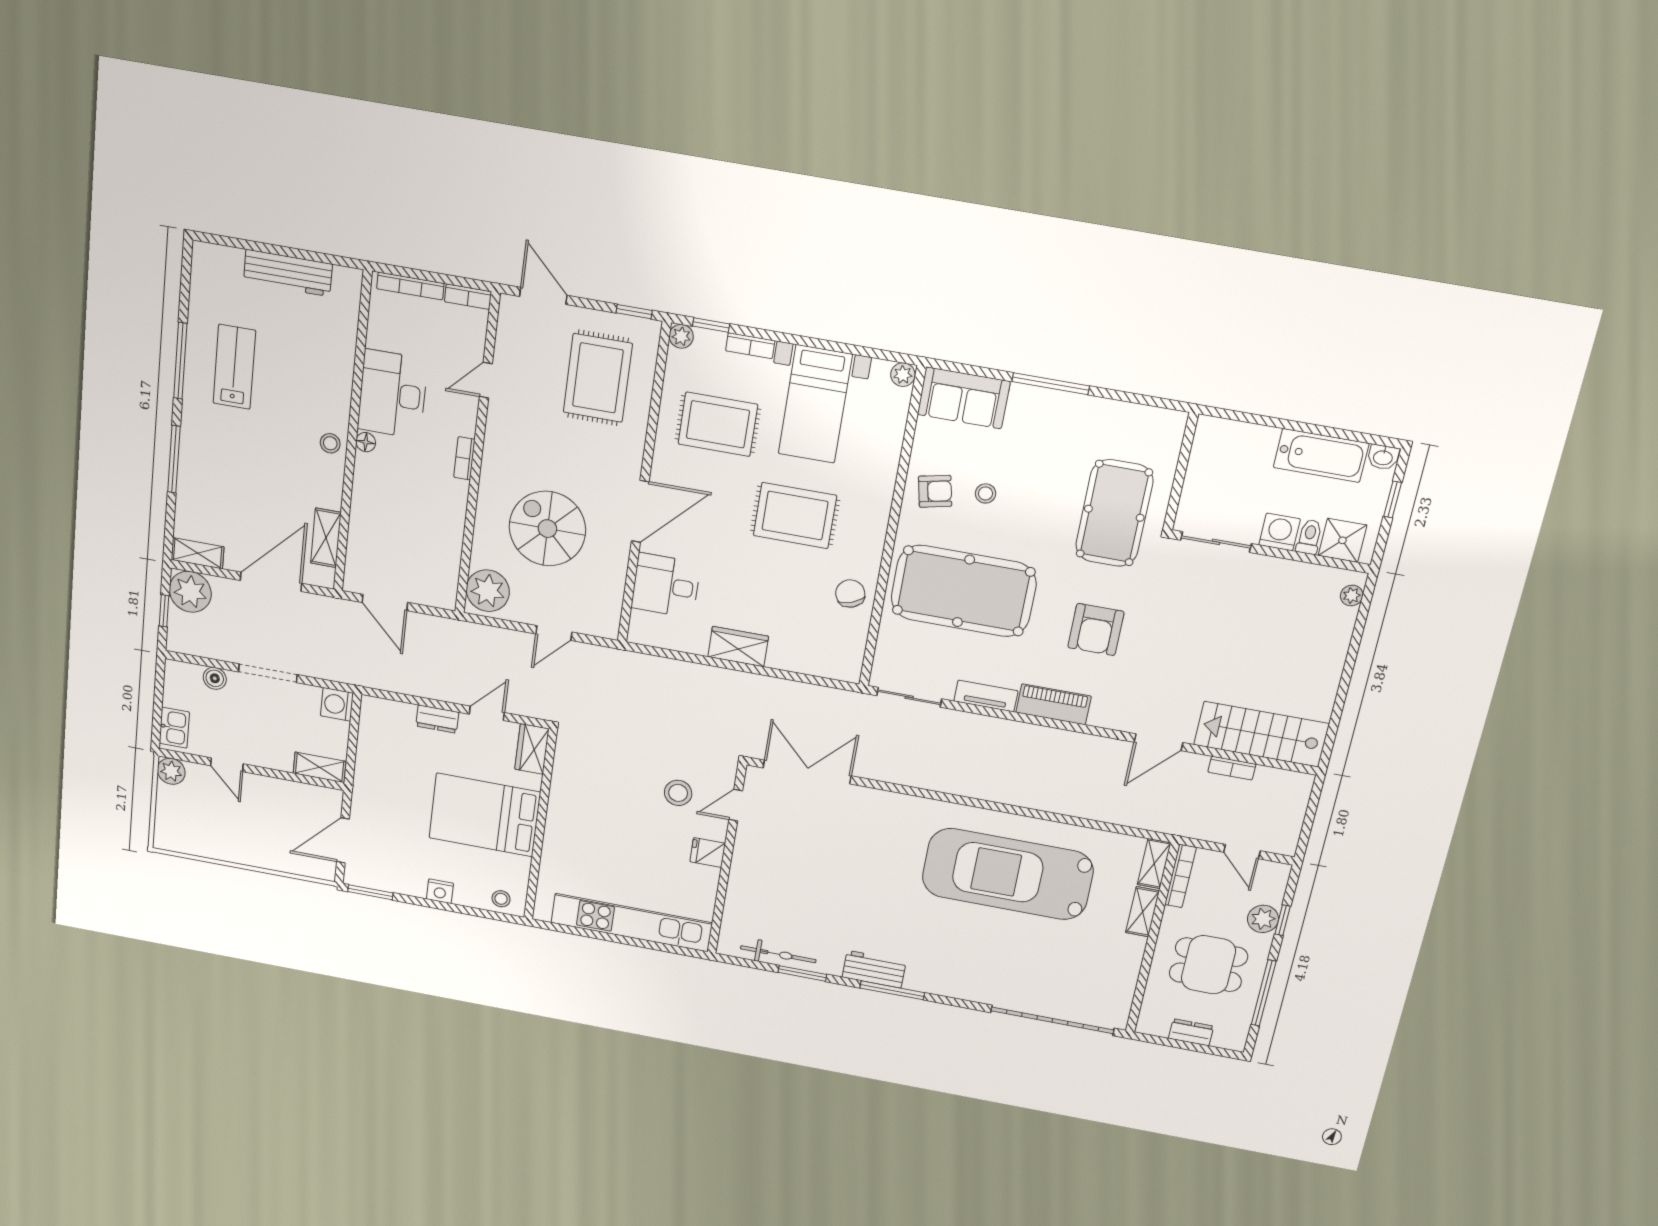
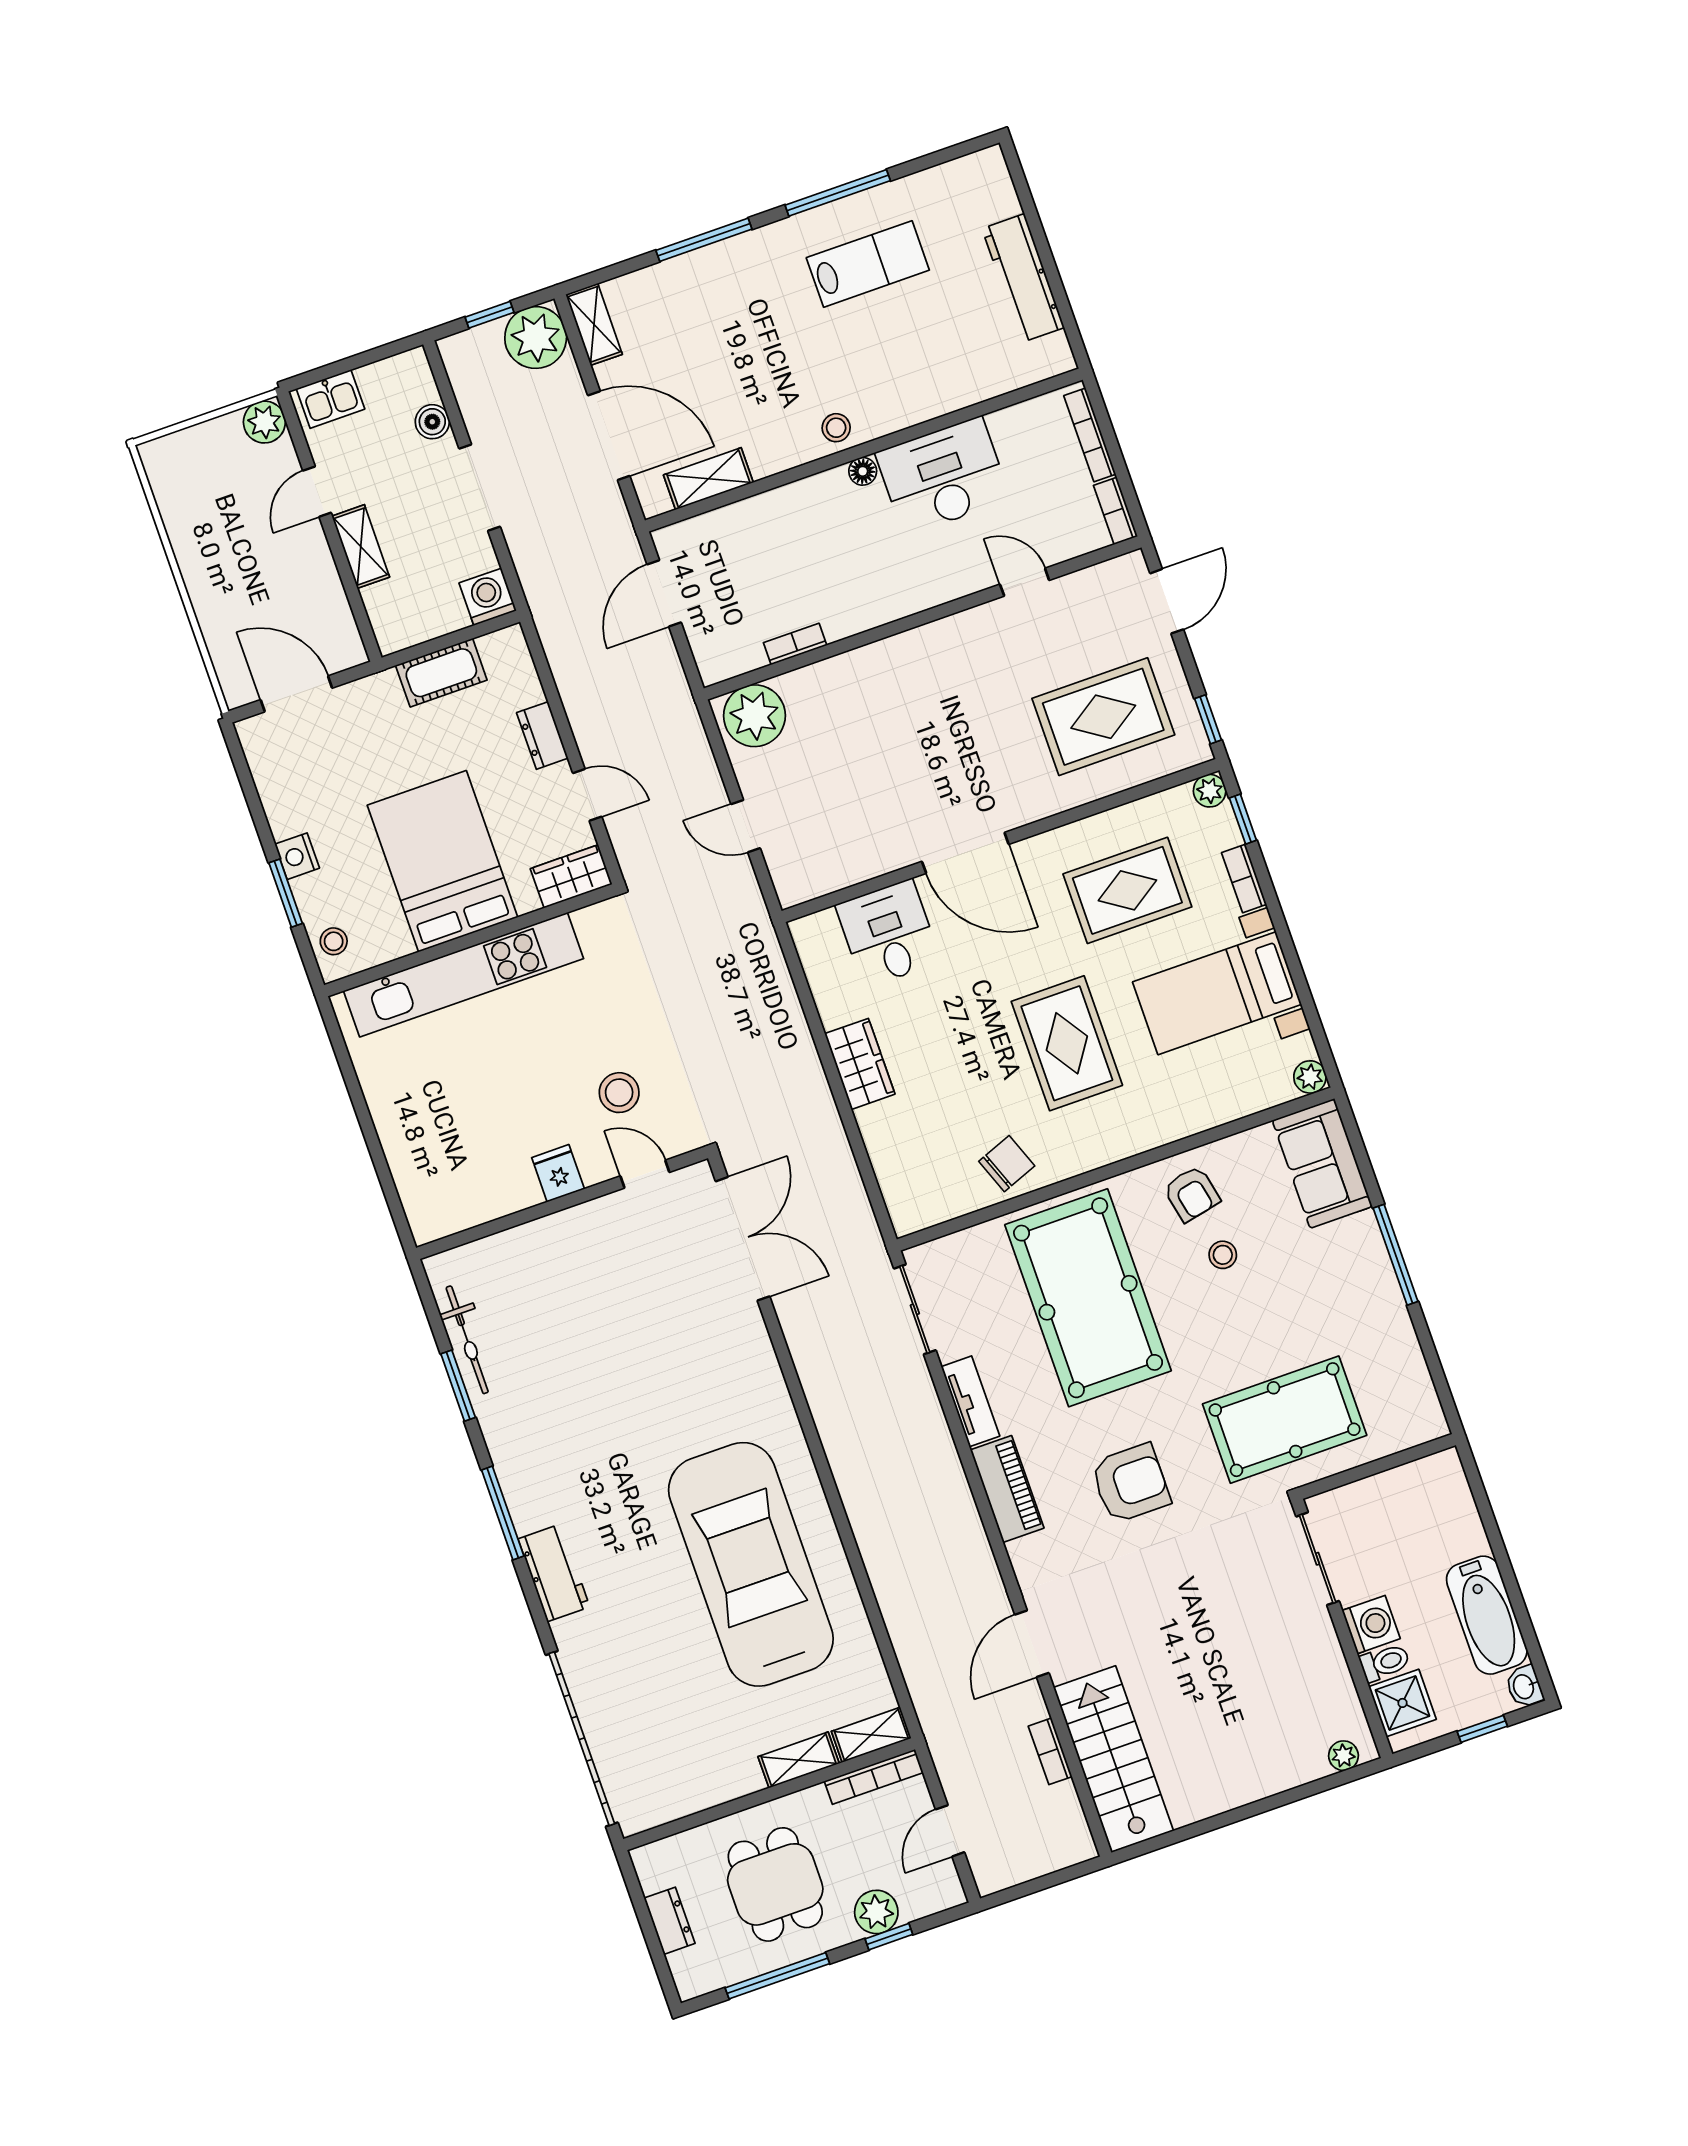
rug: (718, 424) -> (1127, 890), turned 90
bookcase: (464, 458) -> (795, 644), moved
spiral stairs: (547, 529) -> (879, 750), removed
armchair: (1096, 630) -> (1131, 1483), turned 180
door: (1159, 742) -> (1032, 1644), hinge flipped
cot: (370, 755) -> (441, 673), added
shelving: (320, 767) -> (361, 547), moved
window: (370, 892) -> (286, 893), moved
kitchen unit: (632, 923) -> (464, 975), moved, turned 90
workbench: (874, 969) -> (554, 1573), moved

